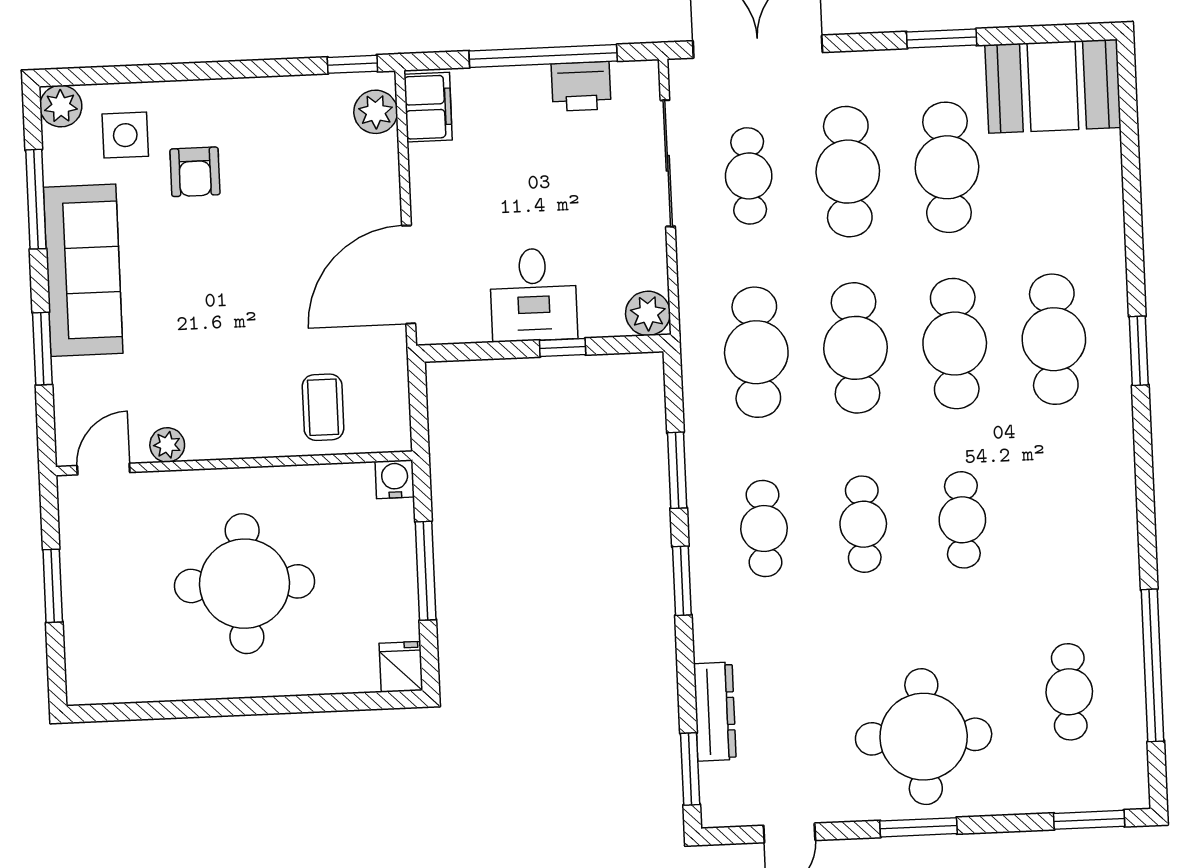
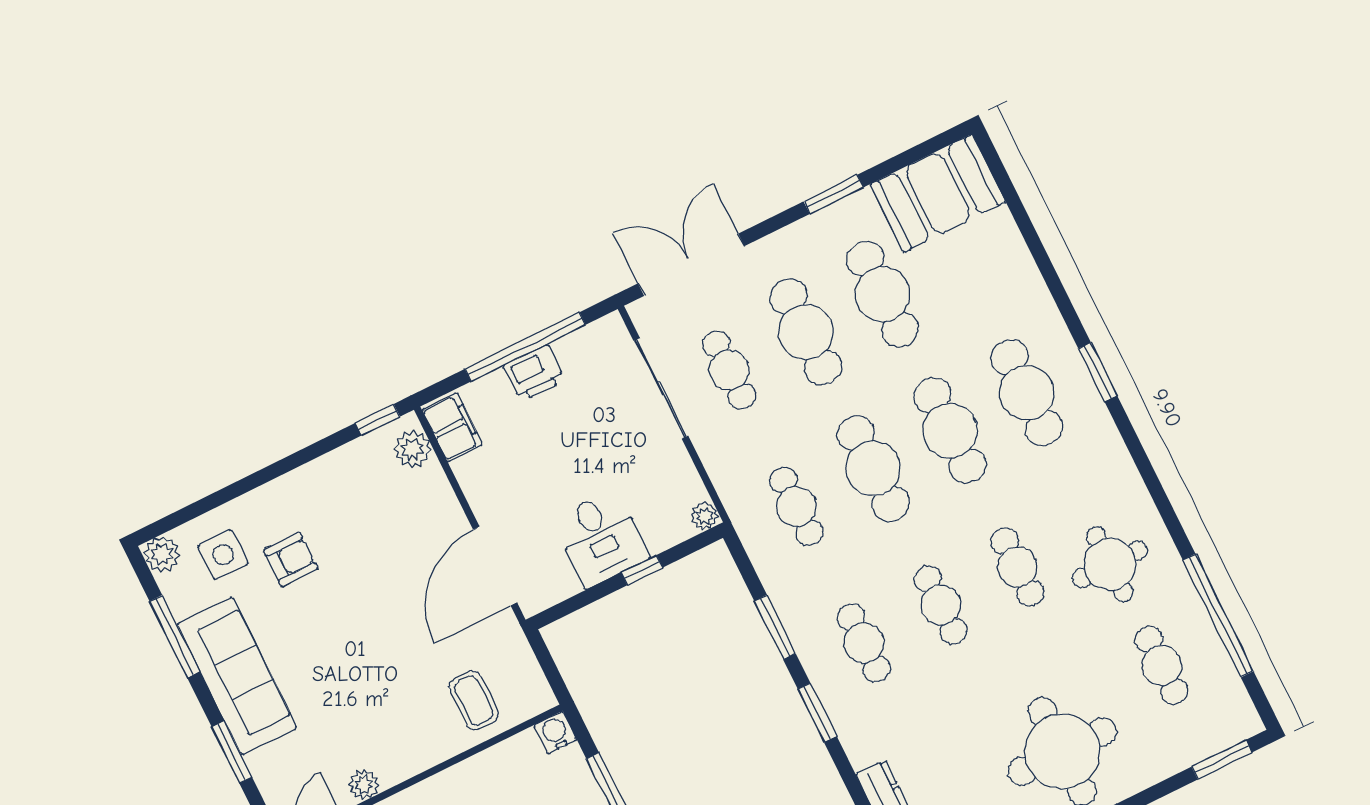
printer: (581, 86) -> (534, 373), moved
armchair: (195, 172) -> (291, 559), turned -90
plant: (648, 313) -> (704, 516), width x0.73, depth x0.73
cafe table: (756, 352) -> (796, 506), width x0.73, depth x0.74
round table: (1062, 560) -> (1110, 564), added

